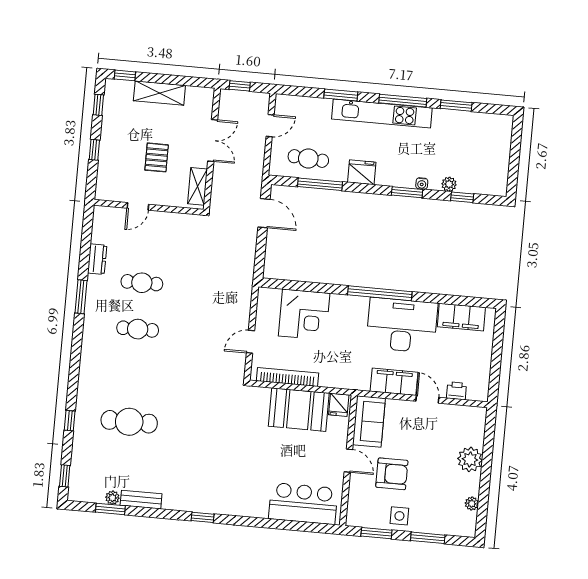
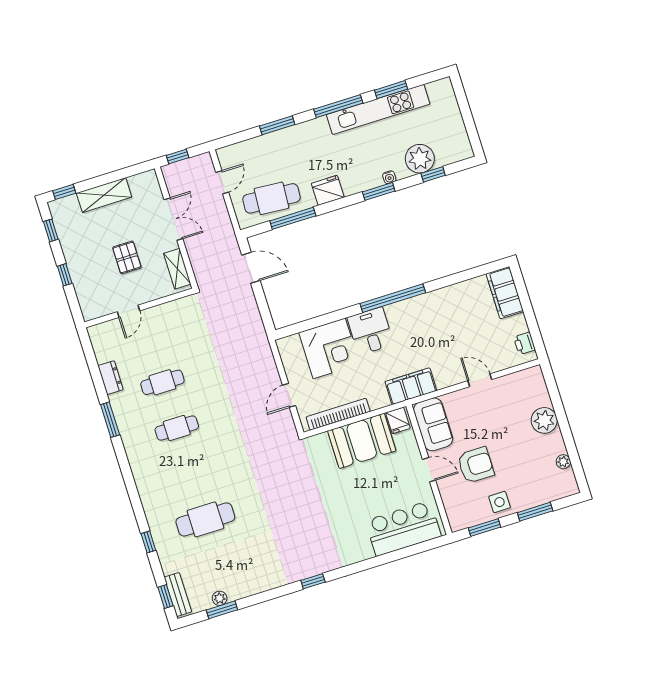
kitchen unit: (382, 113) -> (378, 109), moved
cafe table: (308, 158) -> (271, 198), width x1.37, depth x1.35
plant: (449, 184) -> (420, 159), width x1.88, depth x1.88
filing cabinet: (461, 317) -> (505, 293), moved, turned 90
desk: (402, 325) -> (370, 331), moved, width x0.53, depth x0.77
filing cabinet: (394, 382) -> (411, 386), moved
printer: (457, 391) -> (525, 343), moved, turned -90
bench: (141, 500) -> (178, 594), moved, turned 90

